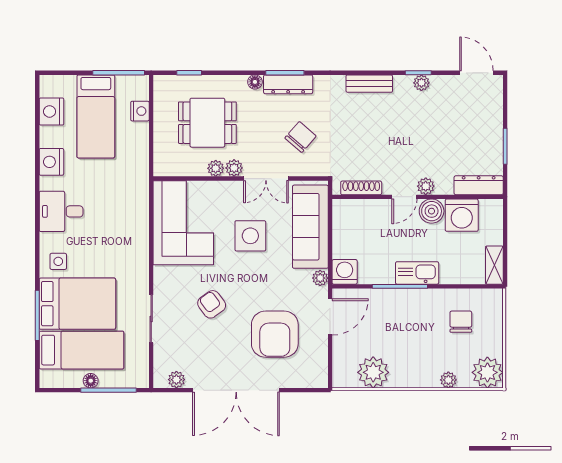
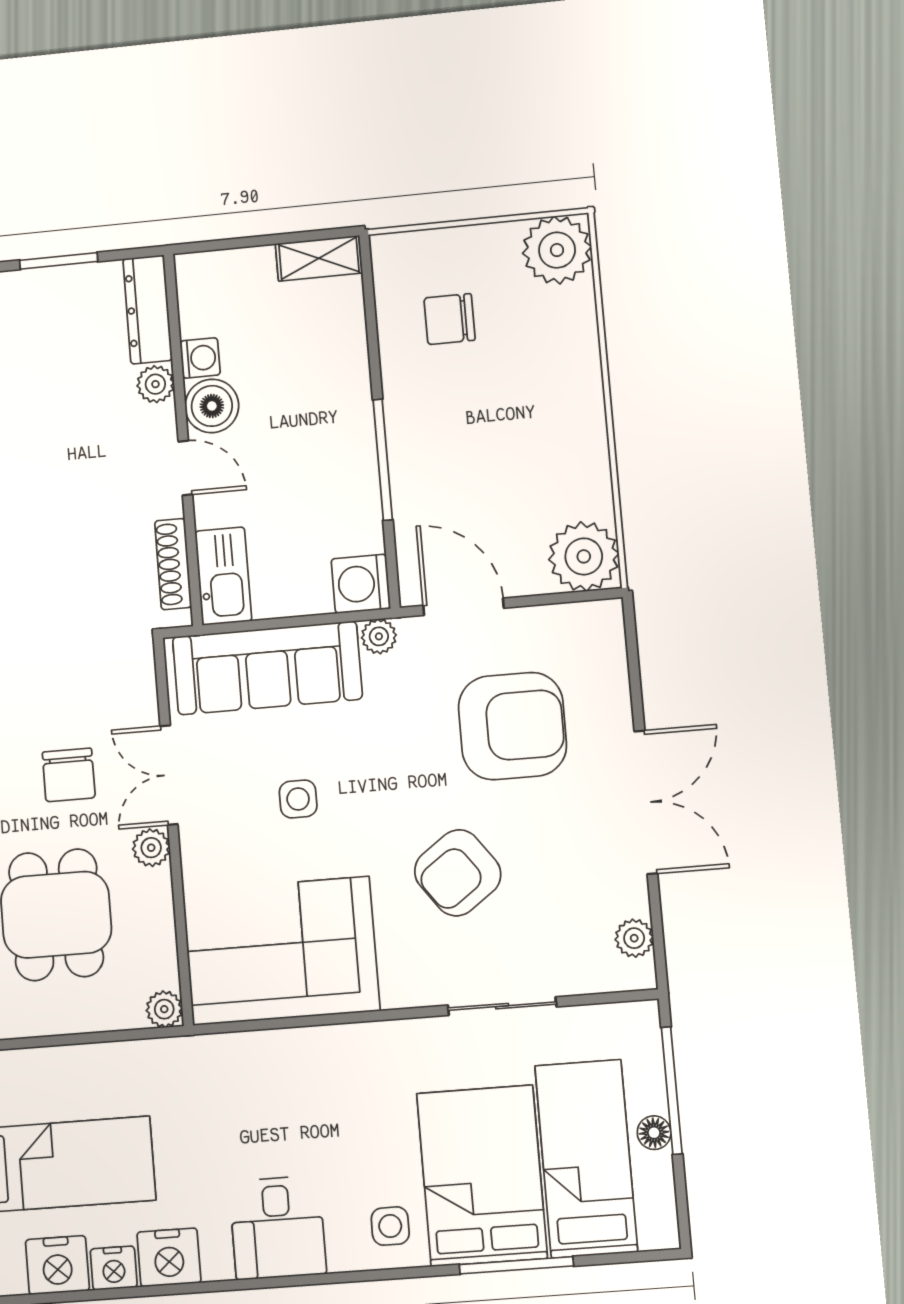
nightstand: (140, 111) -> (114, 1268), moved, turned 180
chair: (301, 137) -> (69, 775), moved, turned -131
plant: (216, 168) -> (164, 1009), moved
double door: (266, 179) -> (169, 775), swing flipped
plant: (426, 186) -> (155, 384), moved
washing machine: (462, 215) -> (200, 358), width x0.53, depth x0.53
side table: (250, 236) -> (298, 799), width x0.54, depth x0.54
kitchen sink: (417, 273) -> (223, 576), moved, turned 180
armchair: (212, 304) -> (458, 873), width x1.38, depth x1.38
plant: (373, 372) -> (584, 556), moved
plant: (448, 380) -> (581, 334), removed
double door: (236, 390) -> (646, 802), width x0.73

